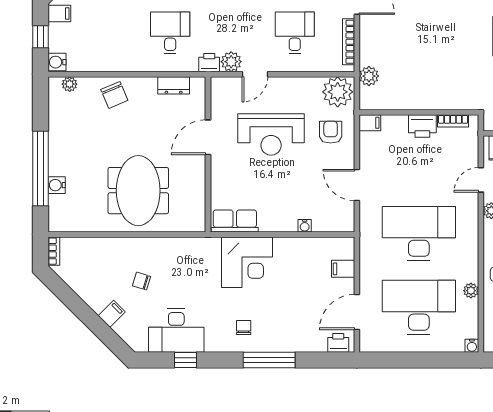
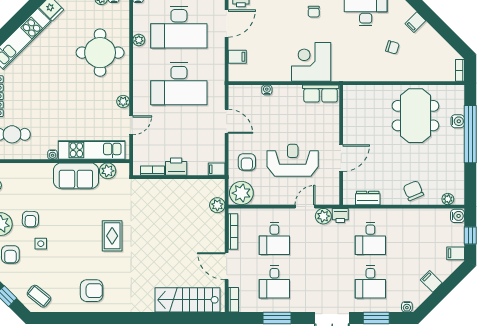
meeting table: (138, 191) -> (415, 116), moved

